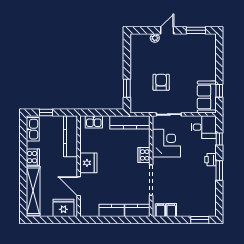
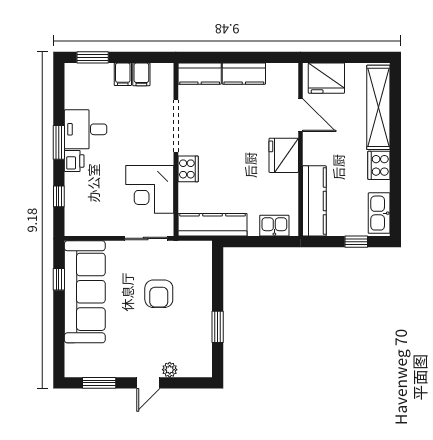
window: (127, 88) -> (218, 327), moved
sofa: (207, 97) -> (85, 292), width x1.85, depth x1.27
desk: (204, 127) -> (86, 129), moved
filing cabinet: (160, 210) -> (123, 74), moved

